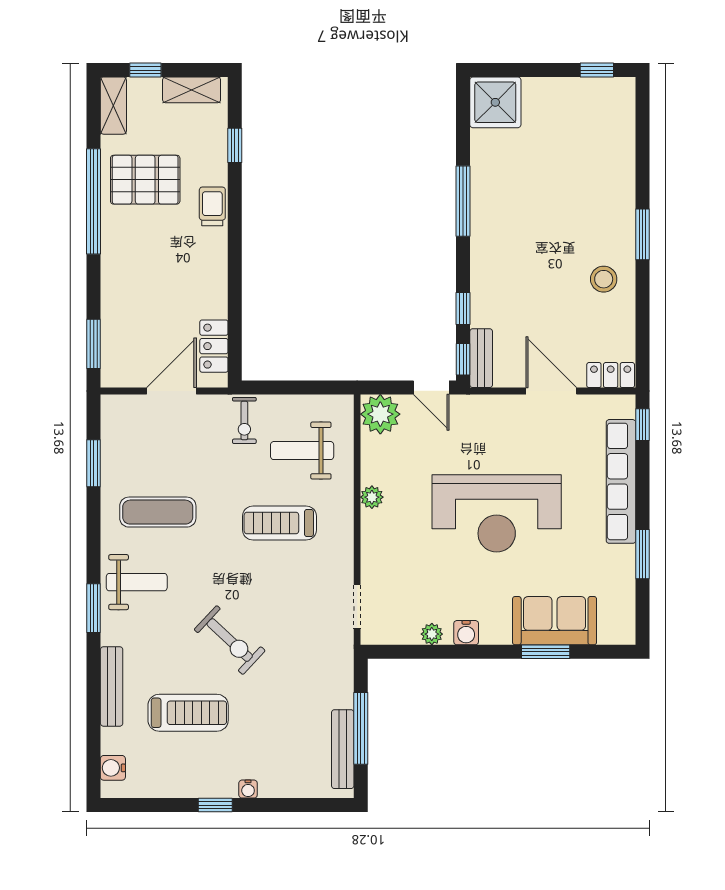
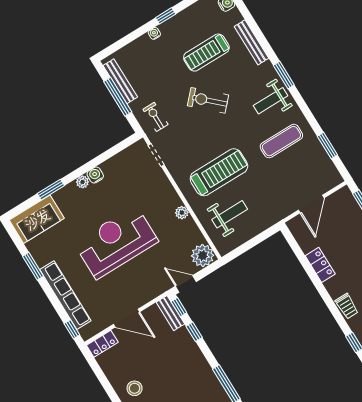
locker: (214, 346) -> (320, 265), moved
exercise bike: (244, 420) -> (155, 117), moved
treadmill: (280, 523) -> (219, 172), width x1.37, depth x1.37
sofa: (555, 621) -> (37, 219), moved
plant: (432, 634) -> (82, 182), moved

